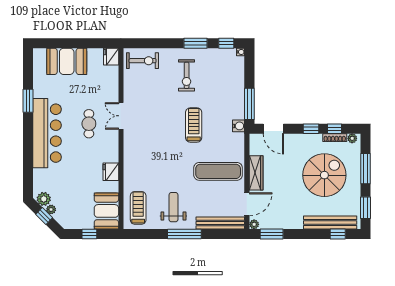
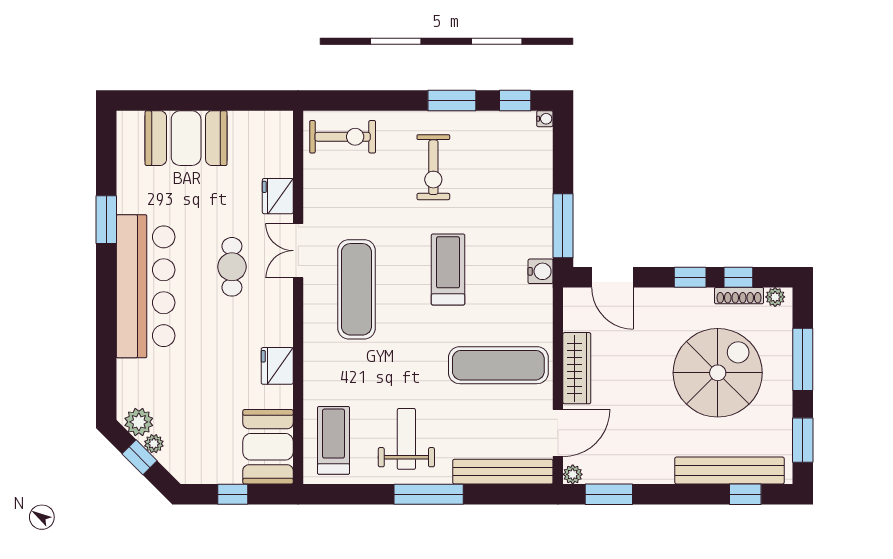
fridge: (111, 57) -> (278, 196), moved
exercise mat: (149, 135) -> (356, 289), added

